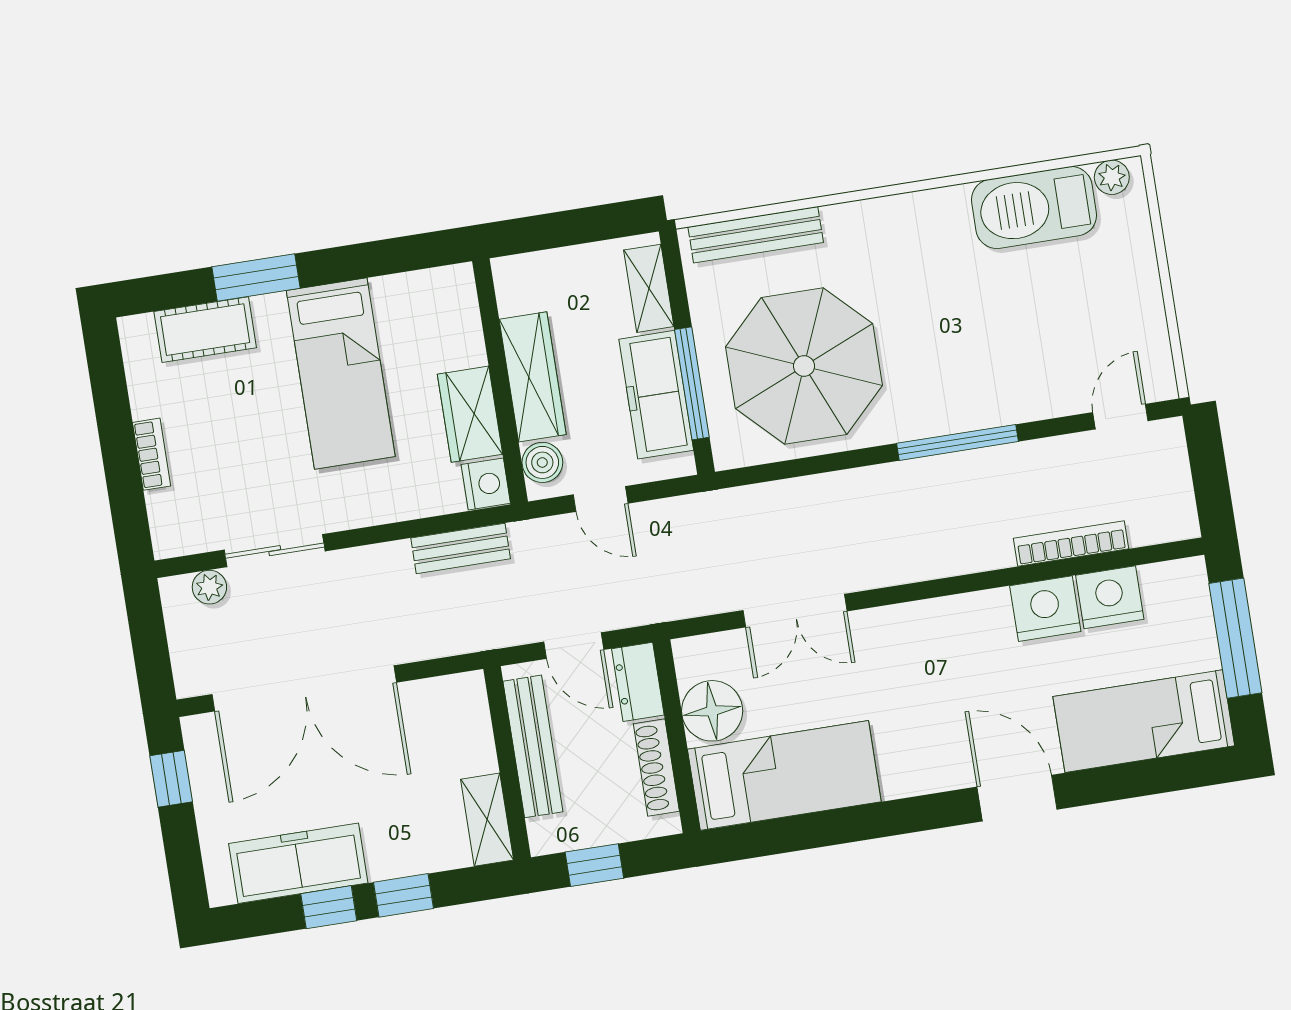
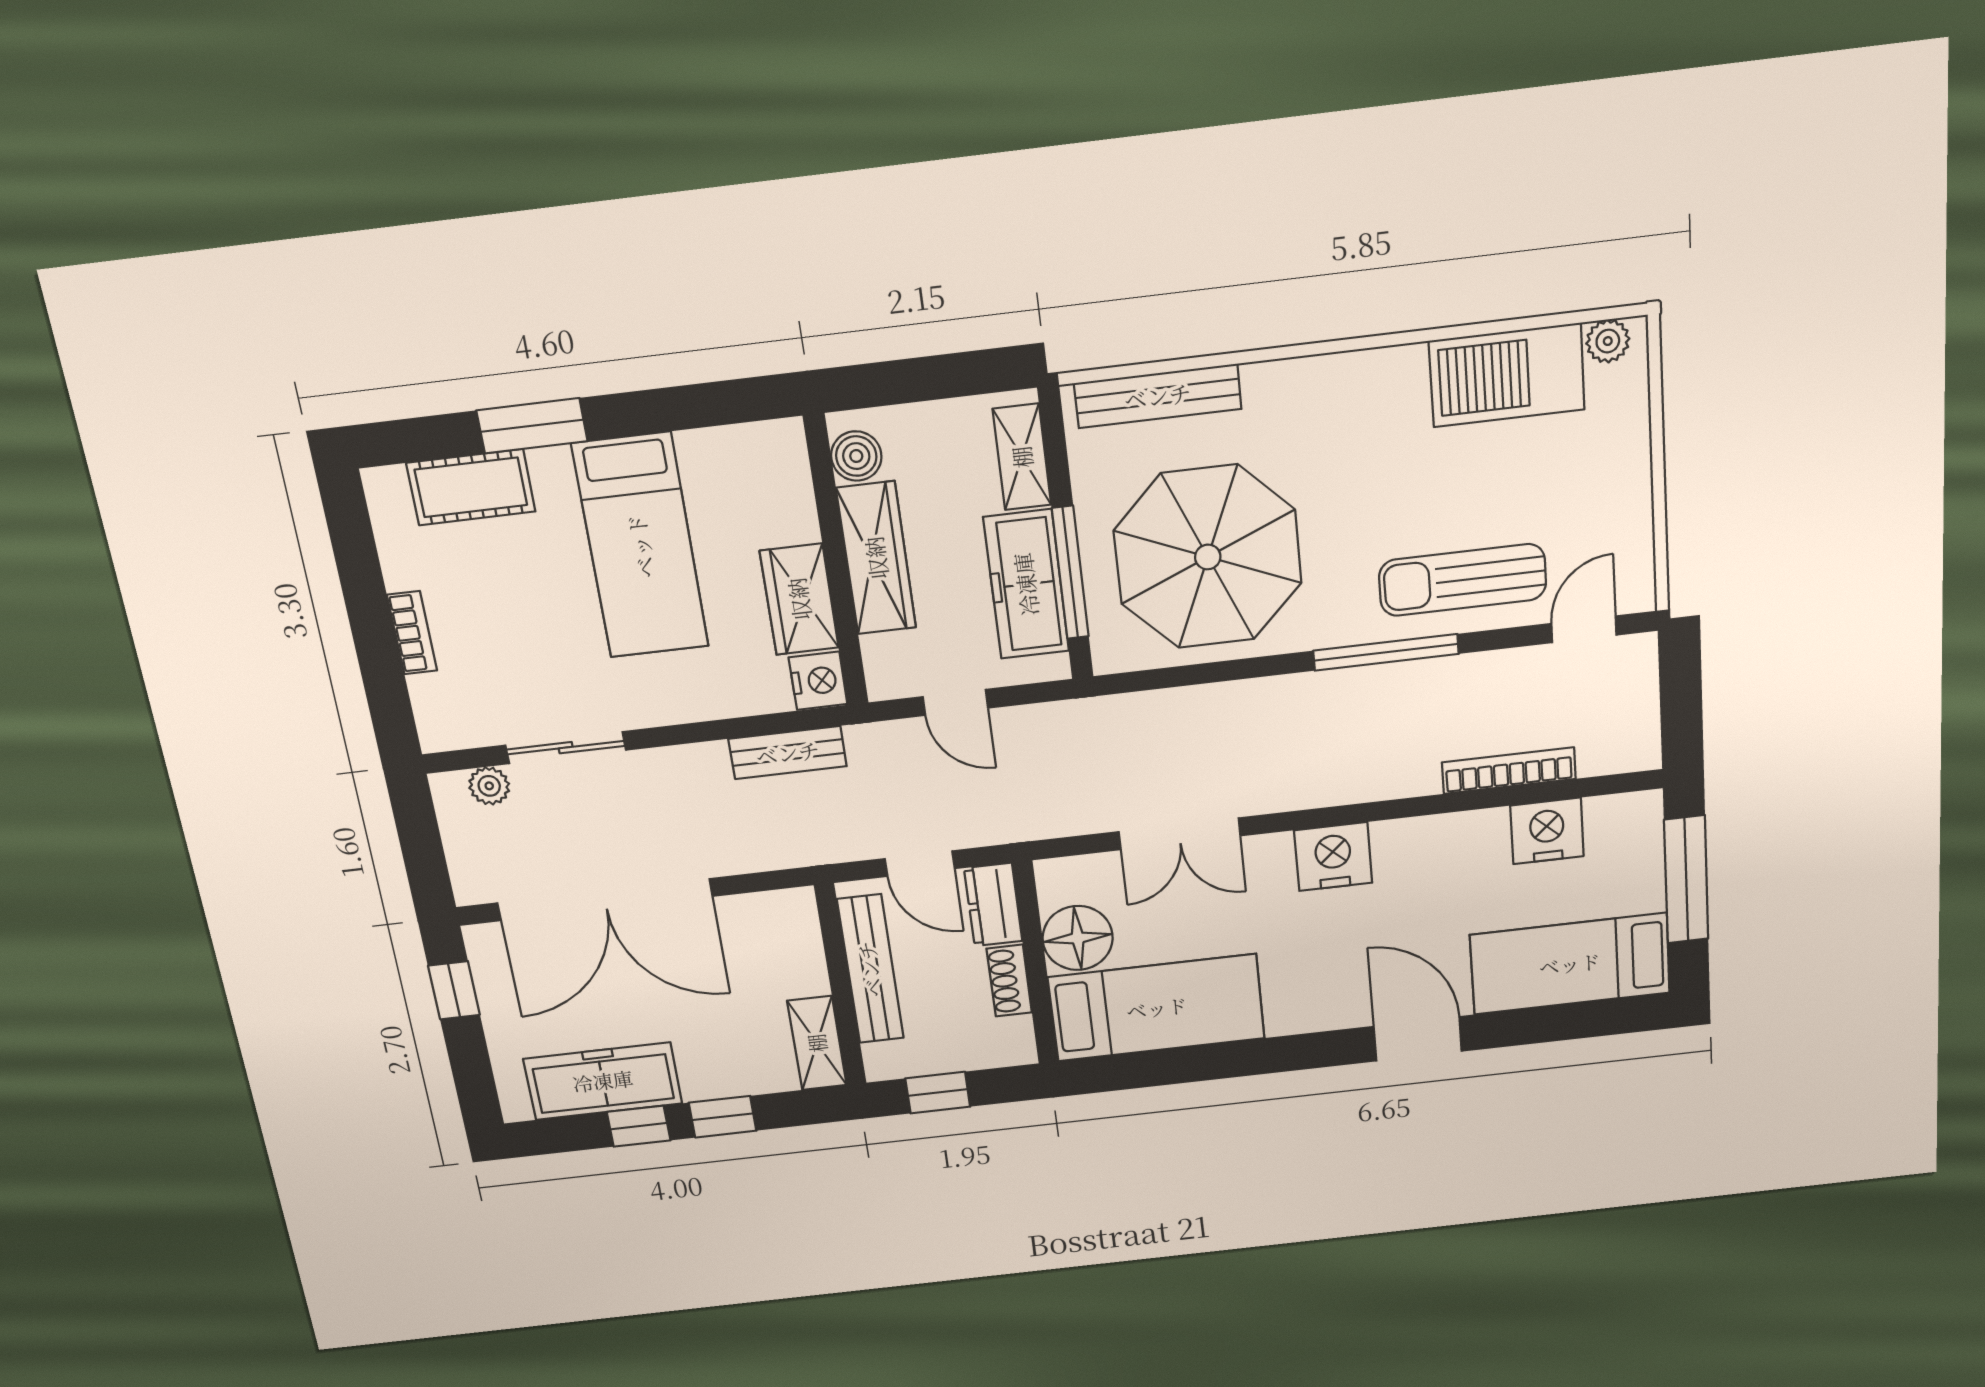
sun lounger: (1015, 378) -> (1463, 580), added
boiler: (542, 462) -> (856, 456), moved
nightstand: (1045, 609) -> (1333, 857), moved
shoe rack: (656, 767) -> (1009, 981), width x0.70

